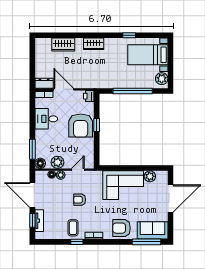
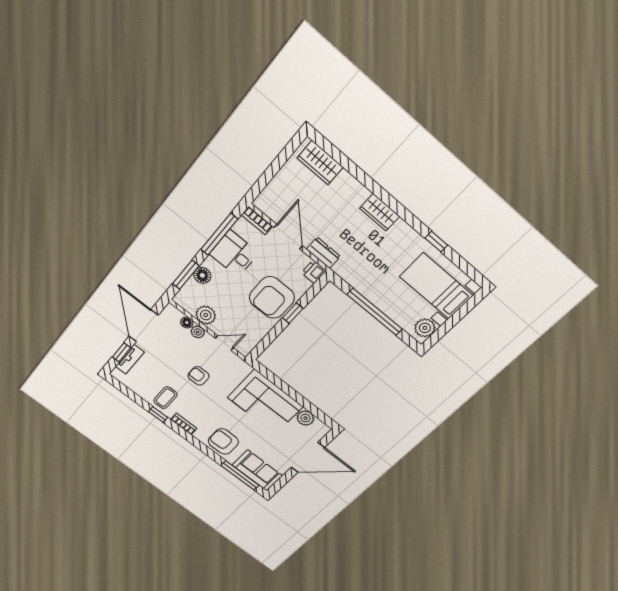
wardrobe: (63, 45) -> (320, 163), moved
dresser: (44, 83) -> (323, 253), moved
window: (32, 115) -> (219, 234), added
floor lamp: (40, 163) -> (202, 275), moved

